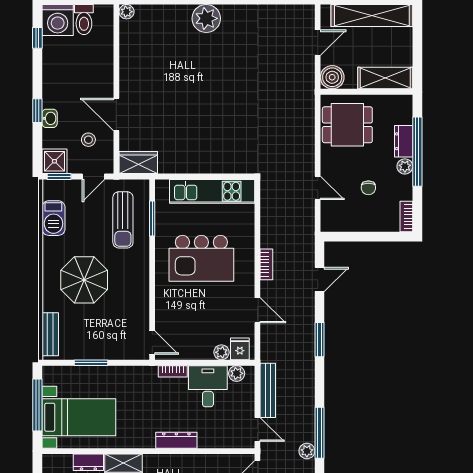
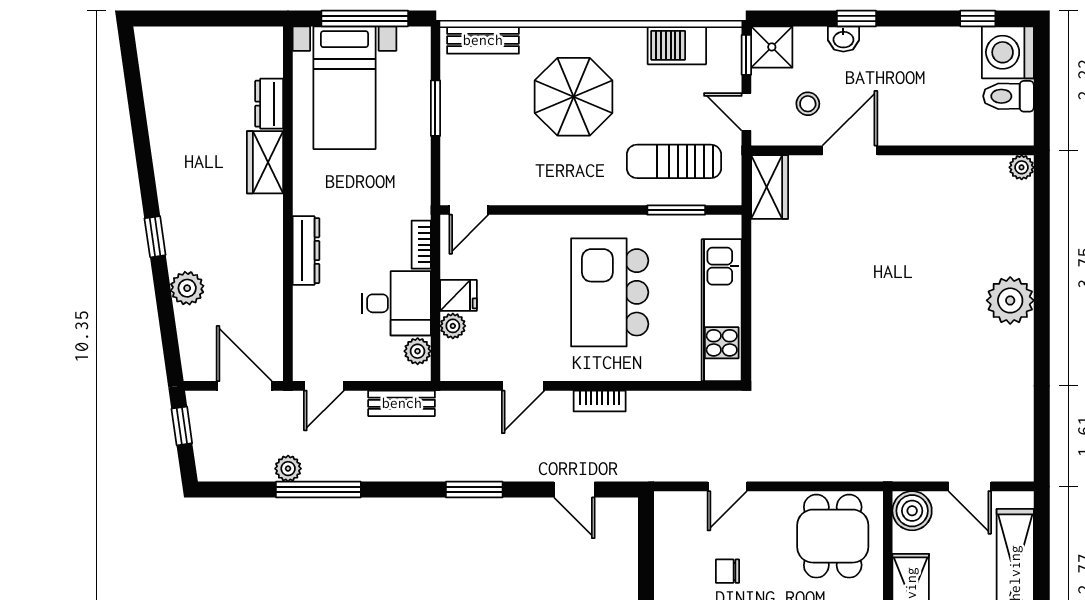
fridge: (240, 349) -> (459, 295), moved
bench: (268, 390) -> (402, 403), width x0.73

